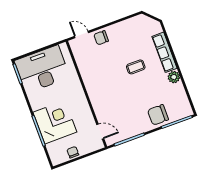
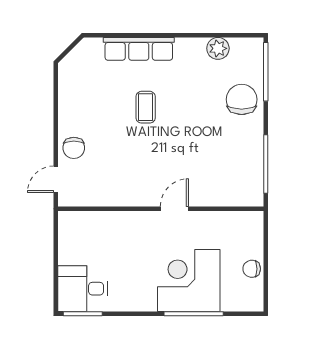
desk: (42, 69) -> (83, 289), width x0.53, depth x0.77
plant: (174, 77) -> (218, 48), moved
chair: (158, 115) -> (242, 99), turned 180
door: (100, 132) -> (174, 209), moved

